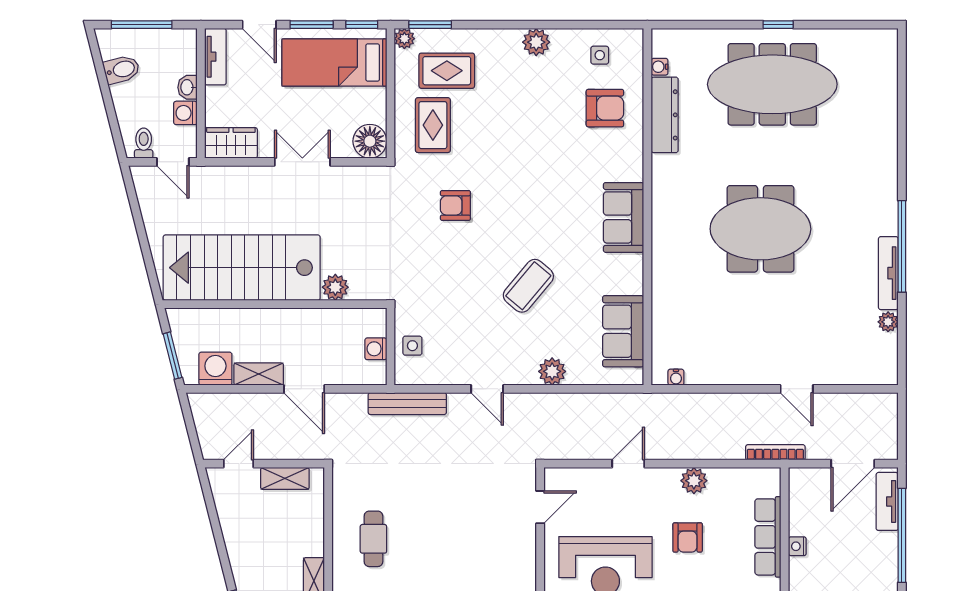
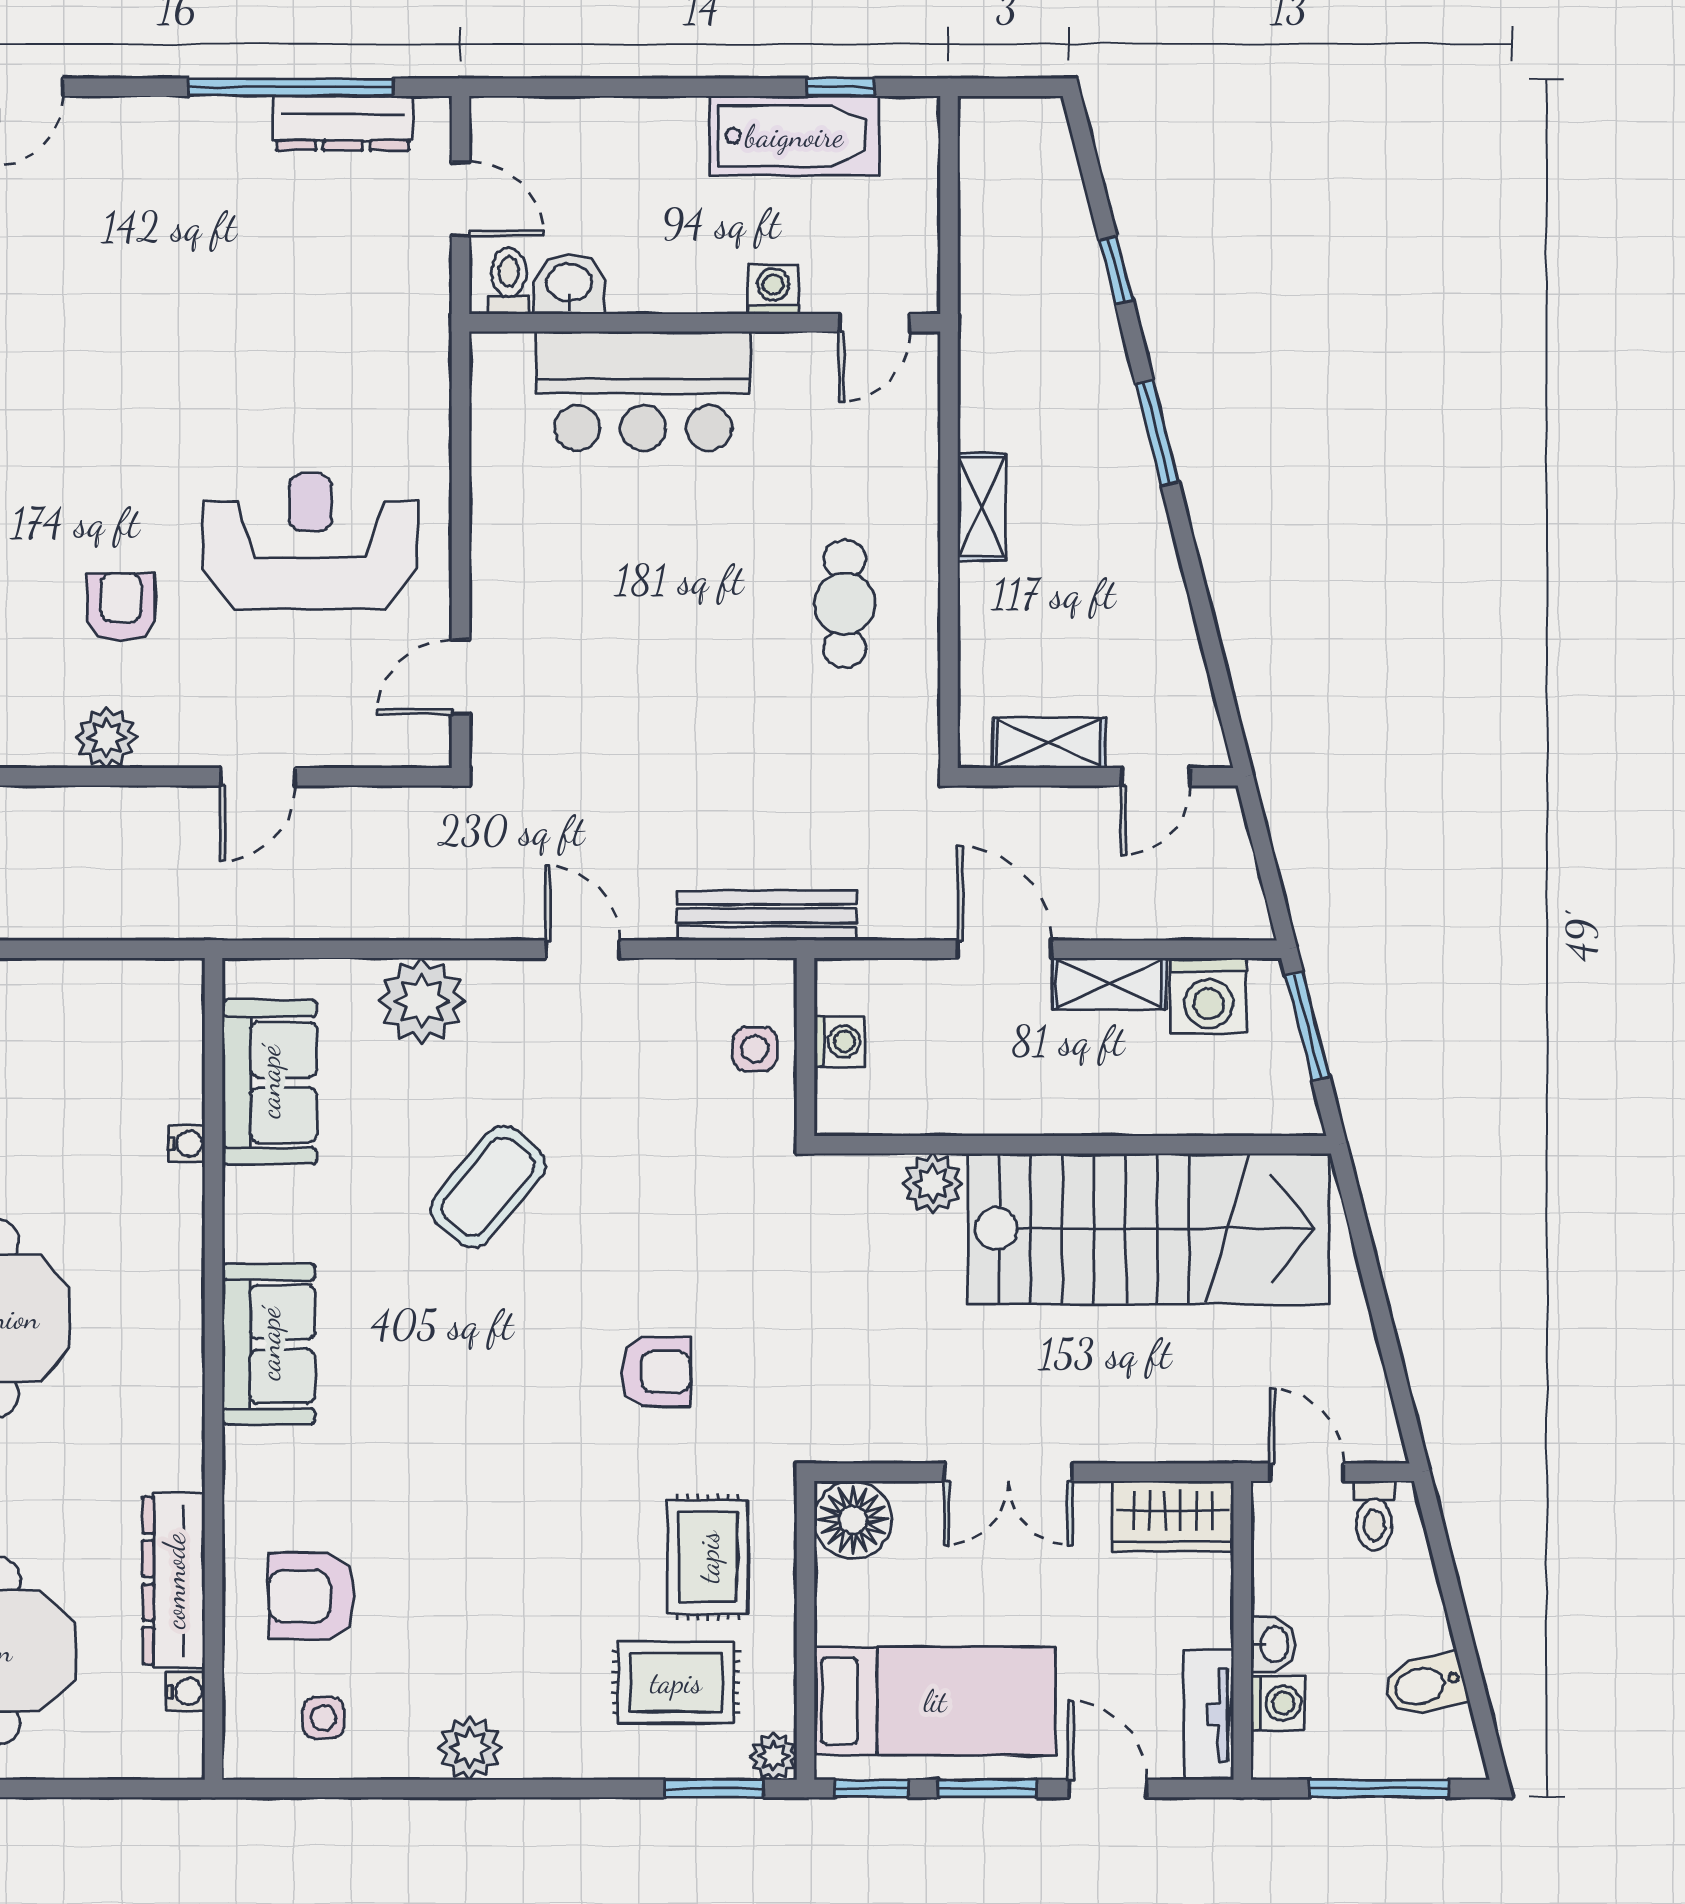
washing machine: (185, 113) -> (1278, 1703), moved
plant: (552, 371) -> (422, 1001), width x1.36, depth x1.36
water cooler: (676, 377) -> (186, 1144), moved, turned 90

